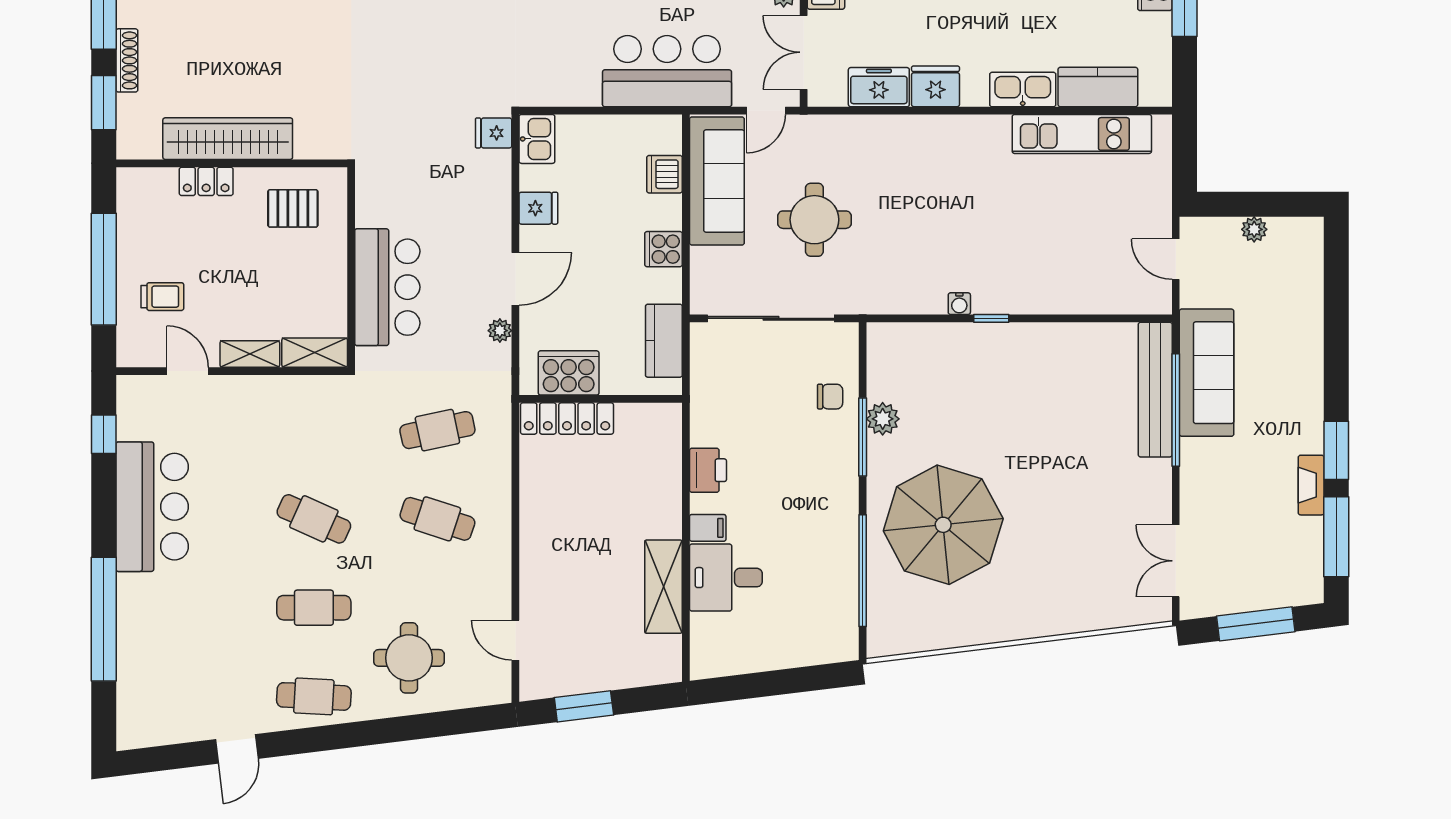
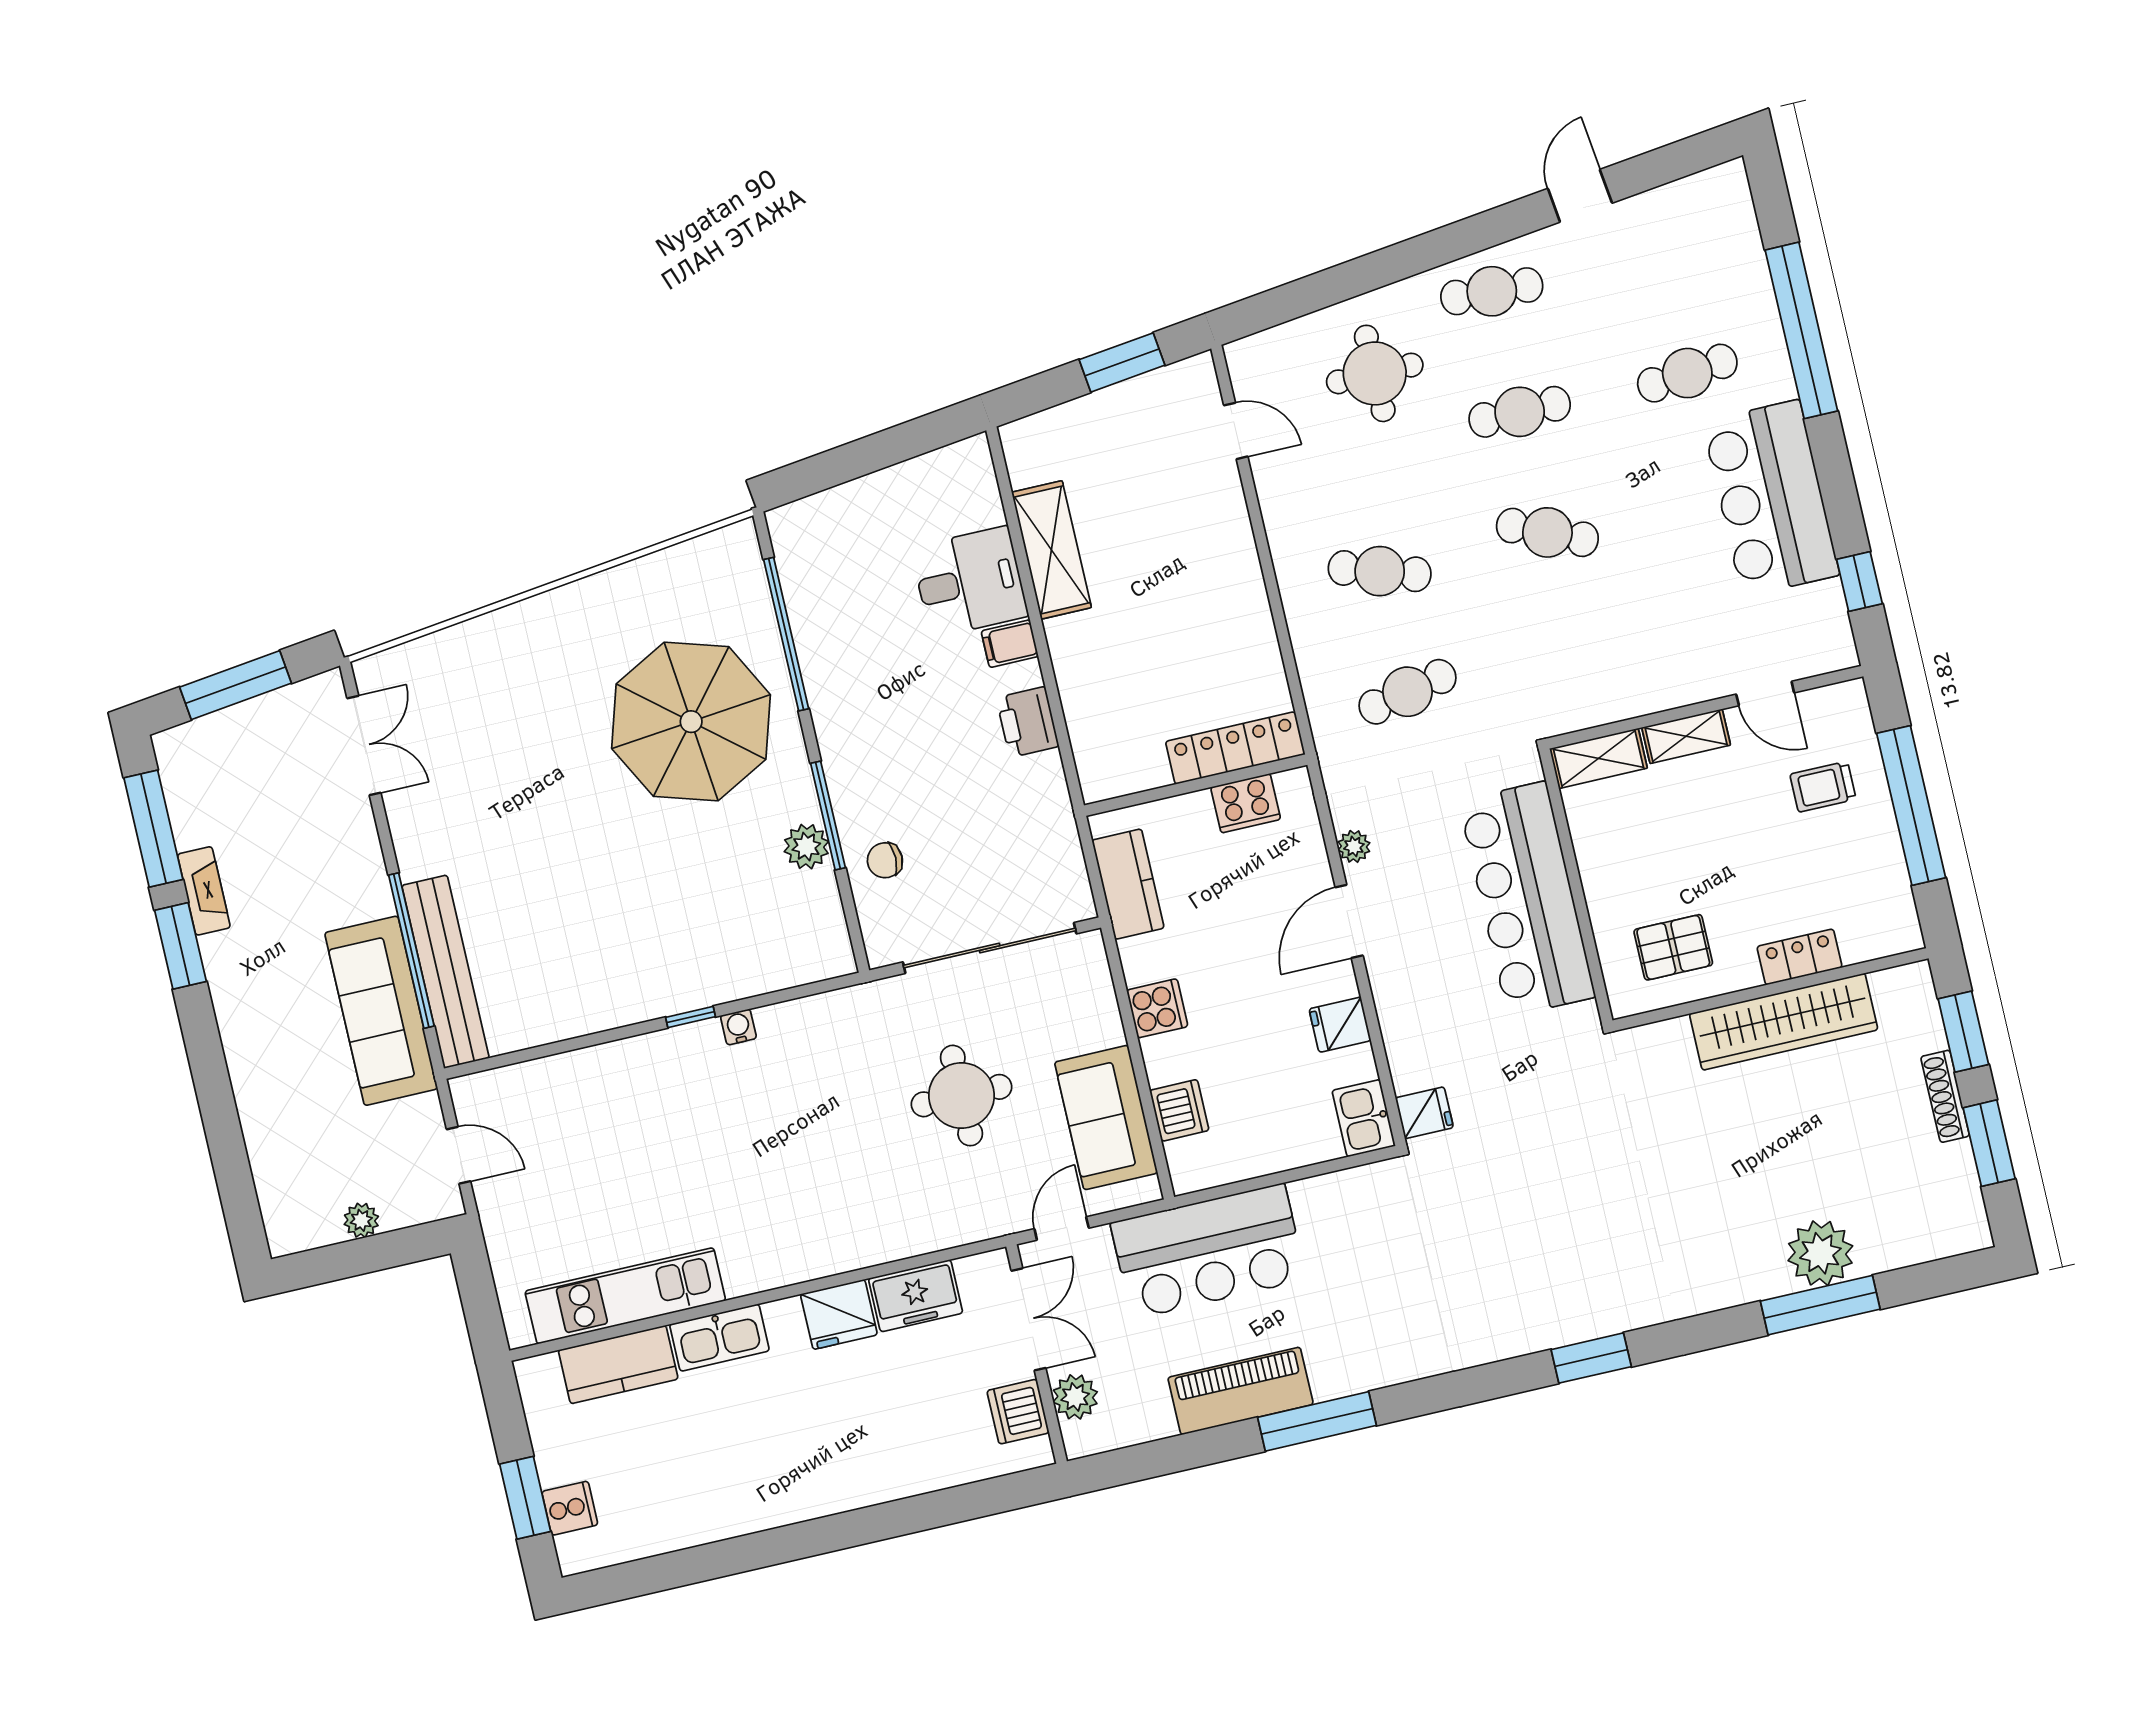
sofa: (717, 181) -> (1106, 1118), width x0.73
bar counter: (387, 287) -> (1527, 899), width x1.36
cooker: (569, 373) -> (1246, 803), width x0.73, depth x0.76
cafe table: (190, 608) -> (1687, 373), added

